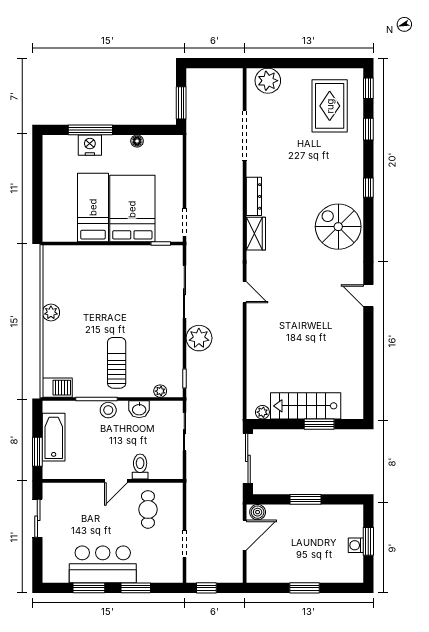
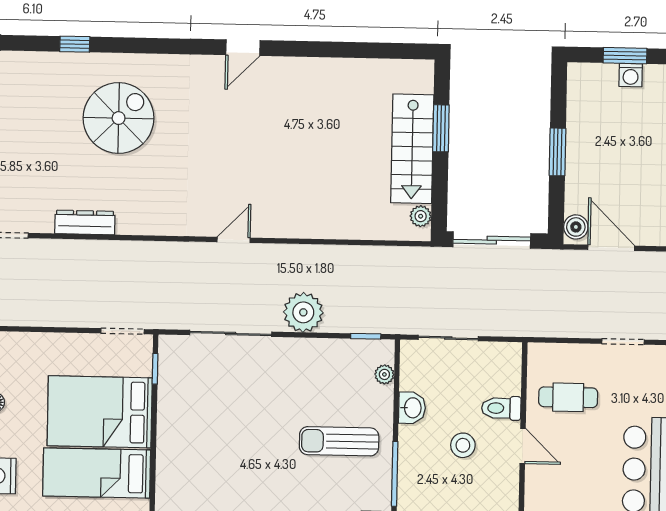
spiral stairs: (338, 227) -> (119, 118), moved, turned 180
wardrobe: (256, 234) -> (143, 220), removed
stool: (108, 410) -> (463, 445), moved

